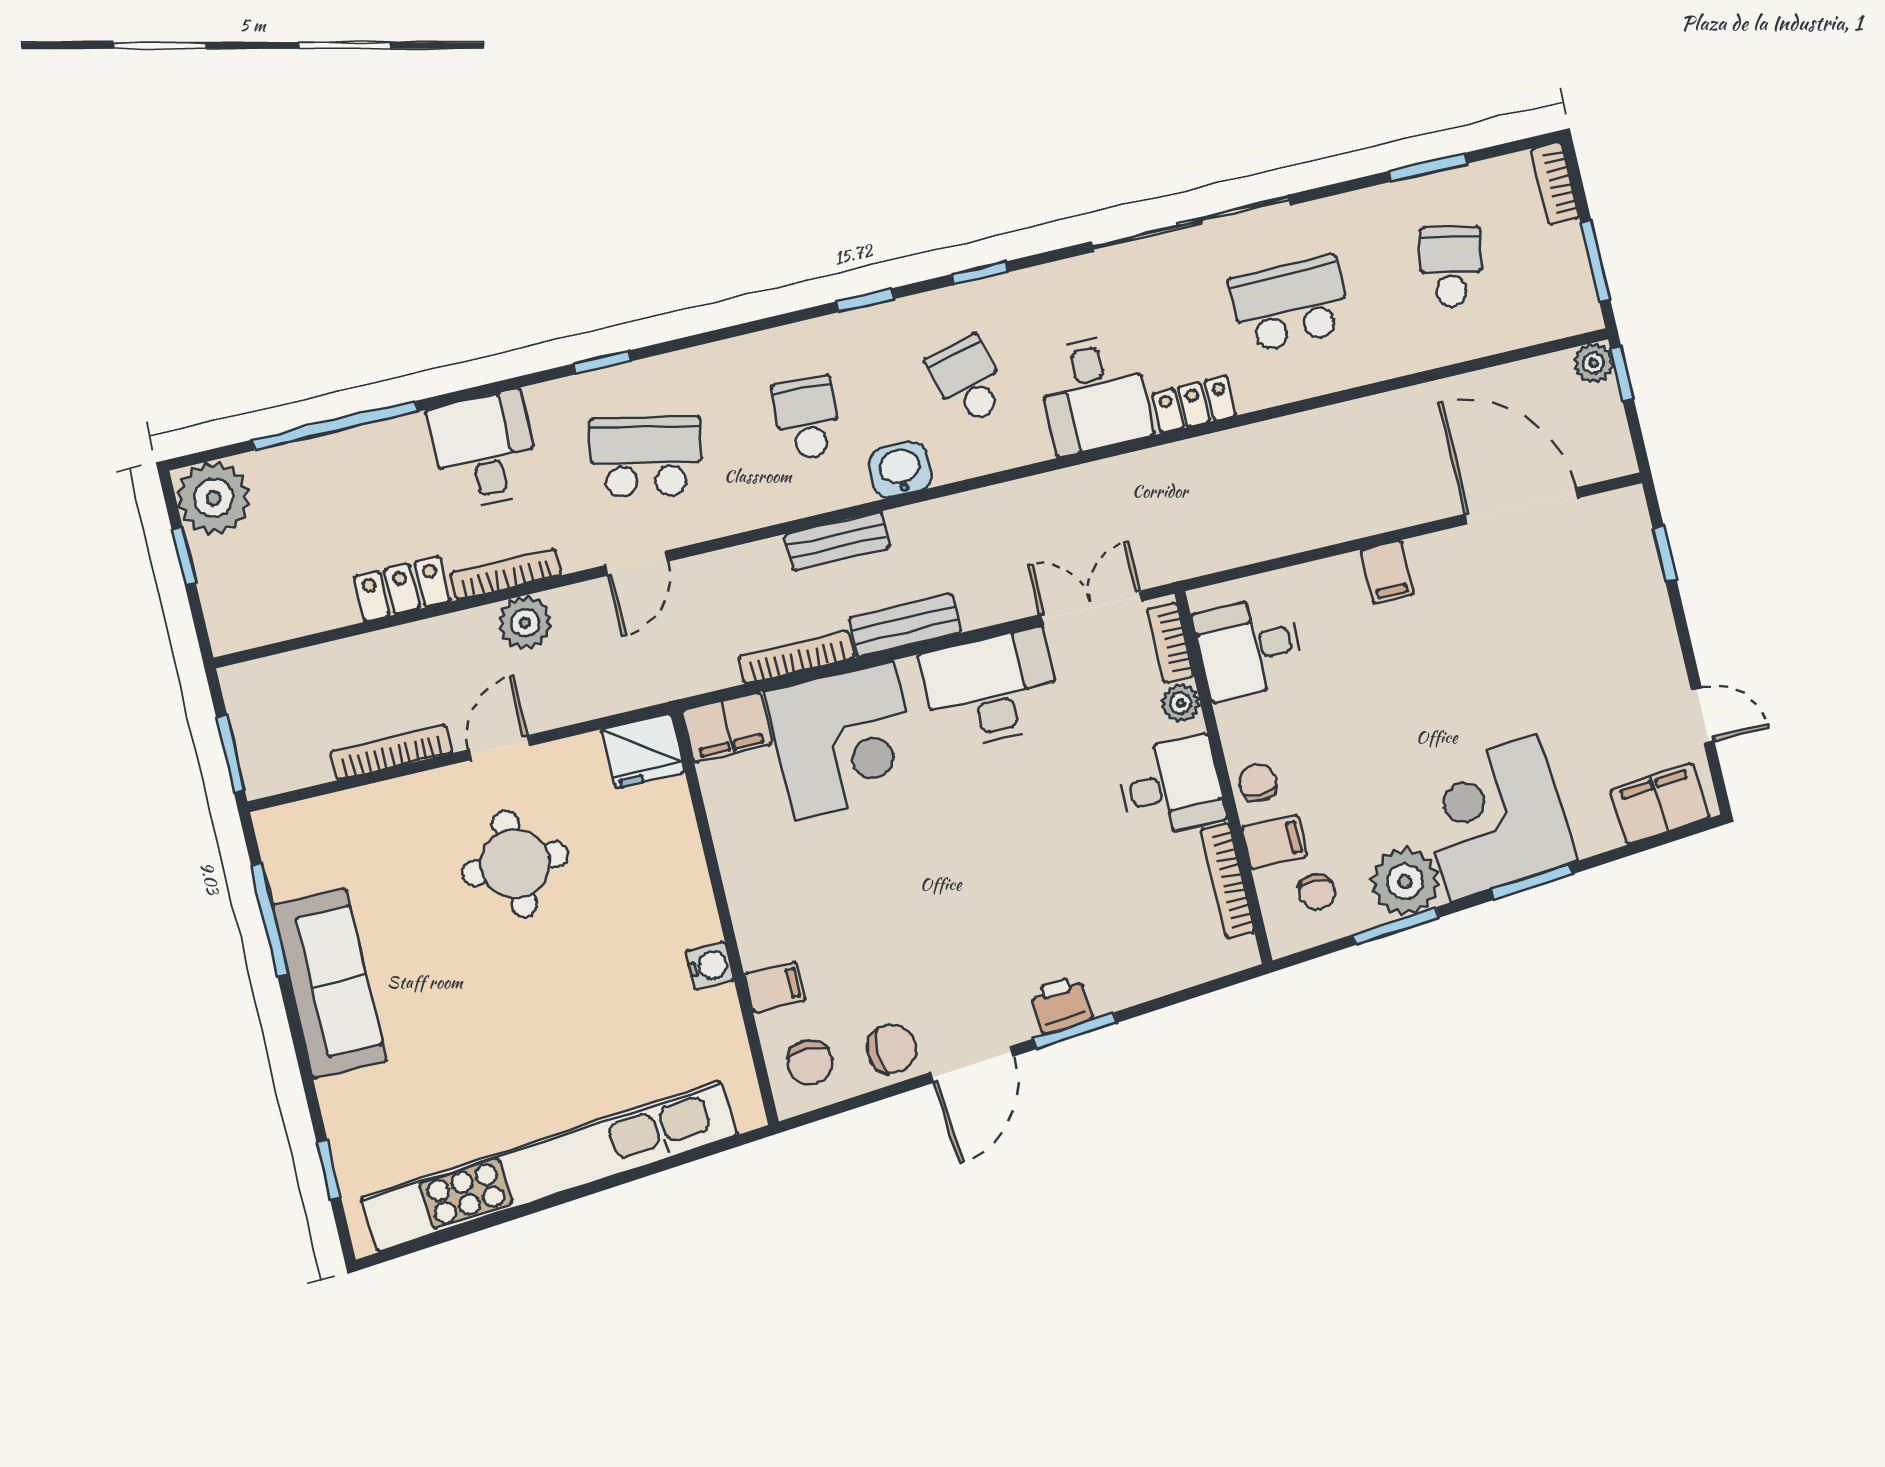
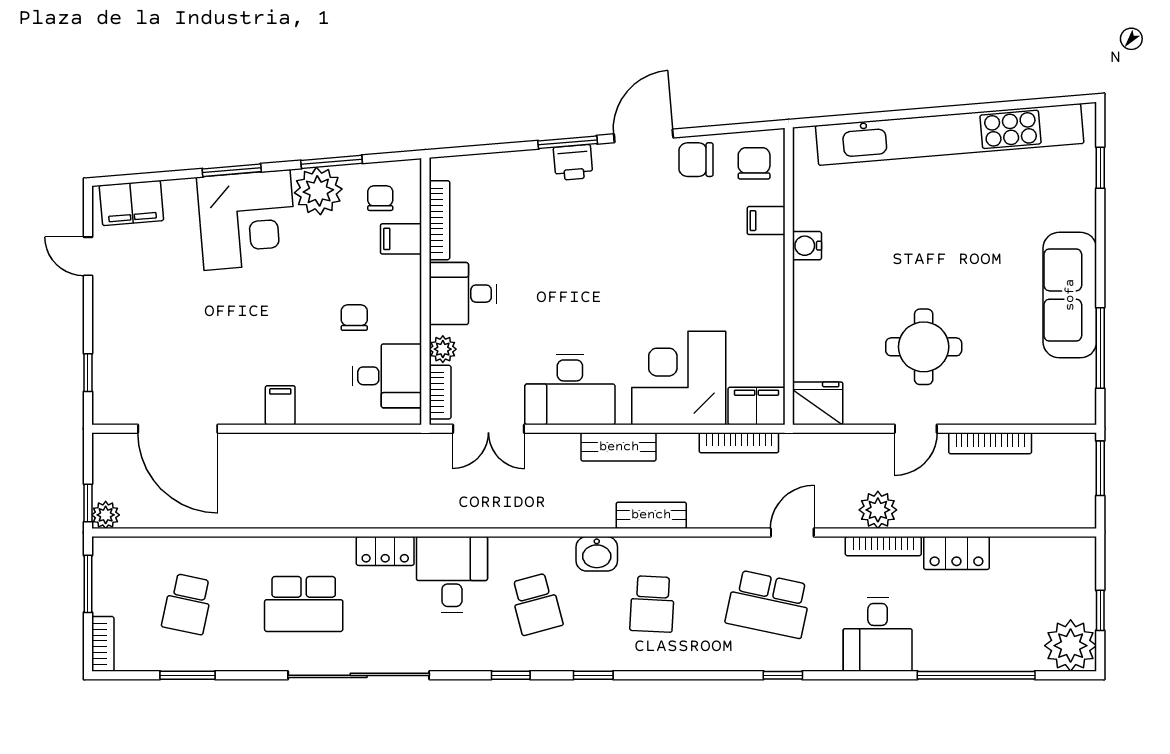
bookcase: (796, 657) -> (739, 443), moved
chair: (1258, 783) -> (354, 318), moved, turned 180

